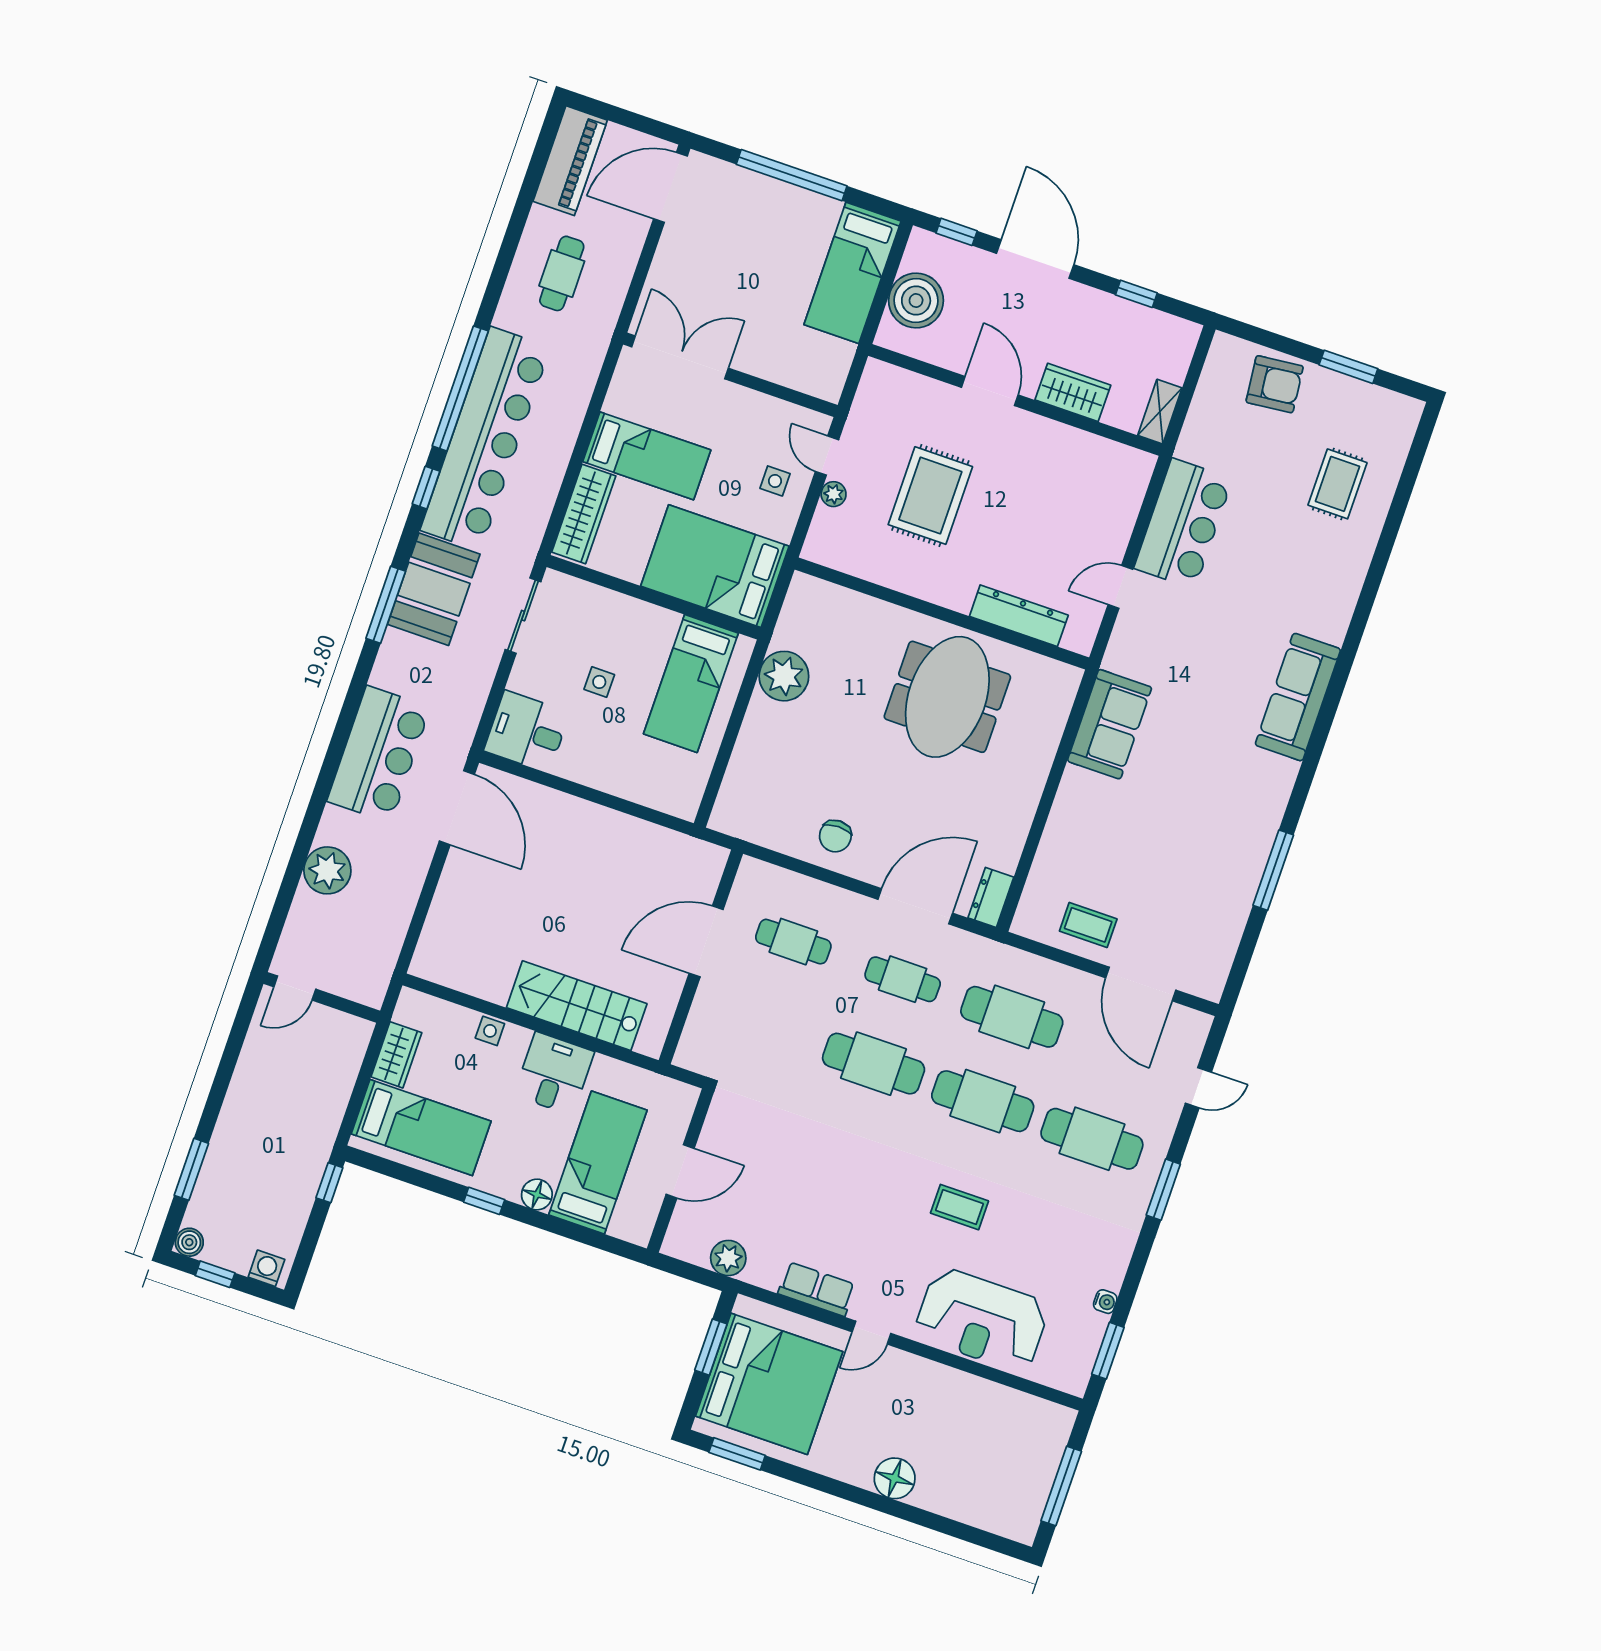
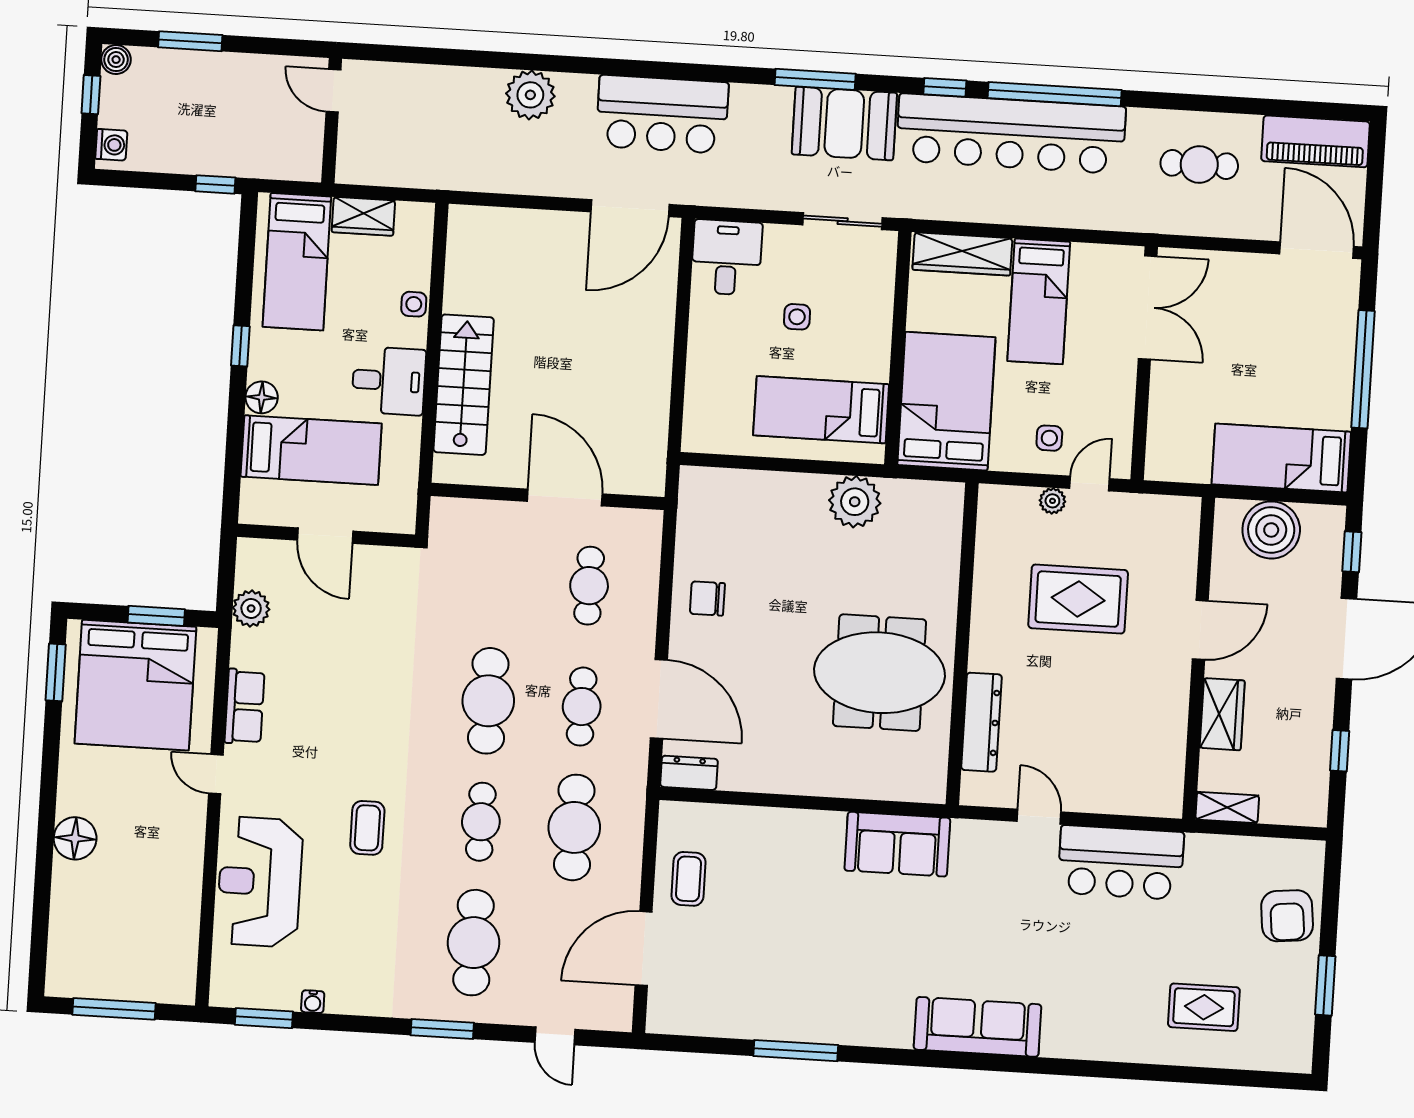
door: (295, 988) -> (333, 91), moved
wall: (322, 997) -> (332, 121), moved
cafe table: (983, 1101) -> (481, 822), width x0.73, depth x0.74

